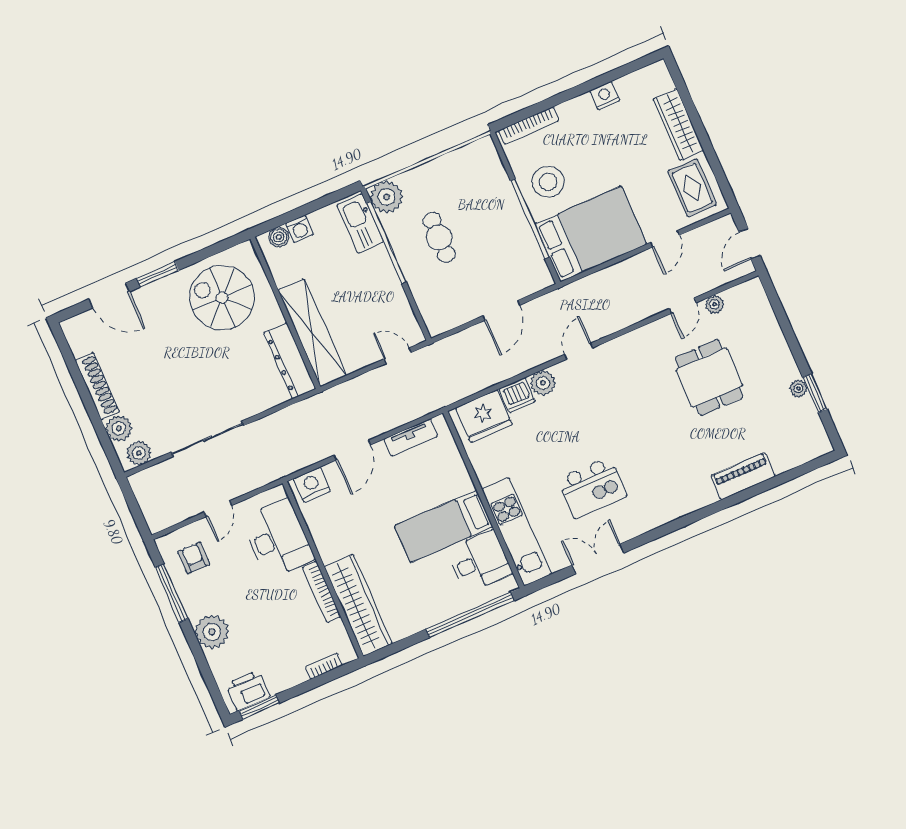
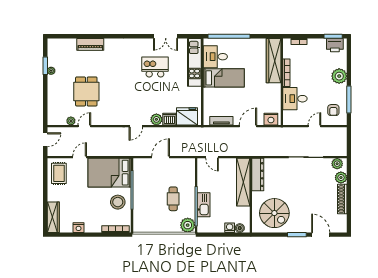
wardrobe: (678, 124) -> (53, 217), moved
kitchen sink: (360, 223) -> (203, 205), moved
desk: (278, 539) -> (295, 99), width x0.73

